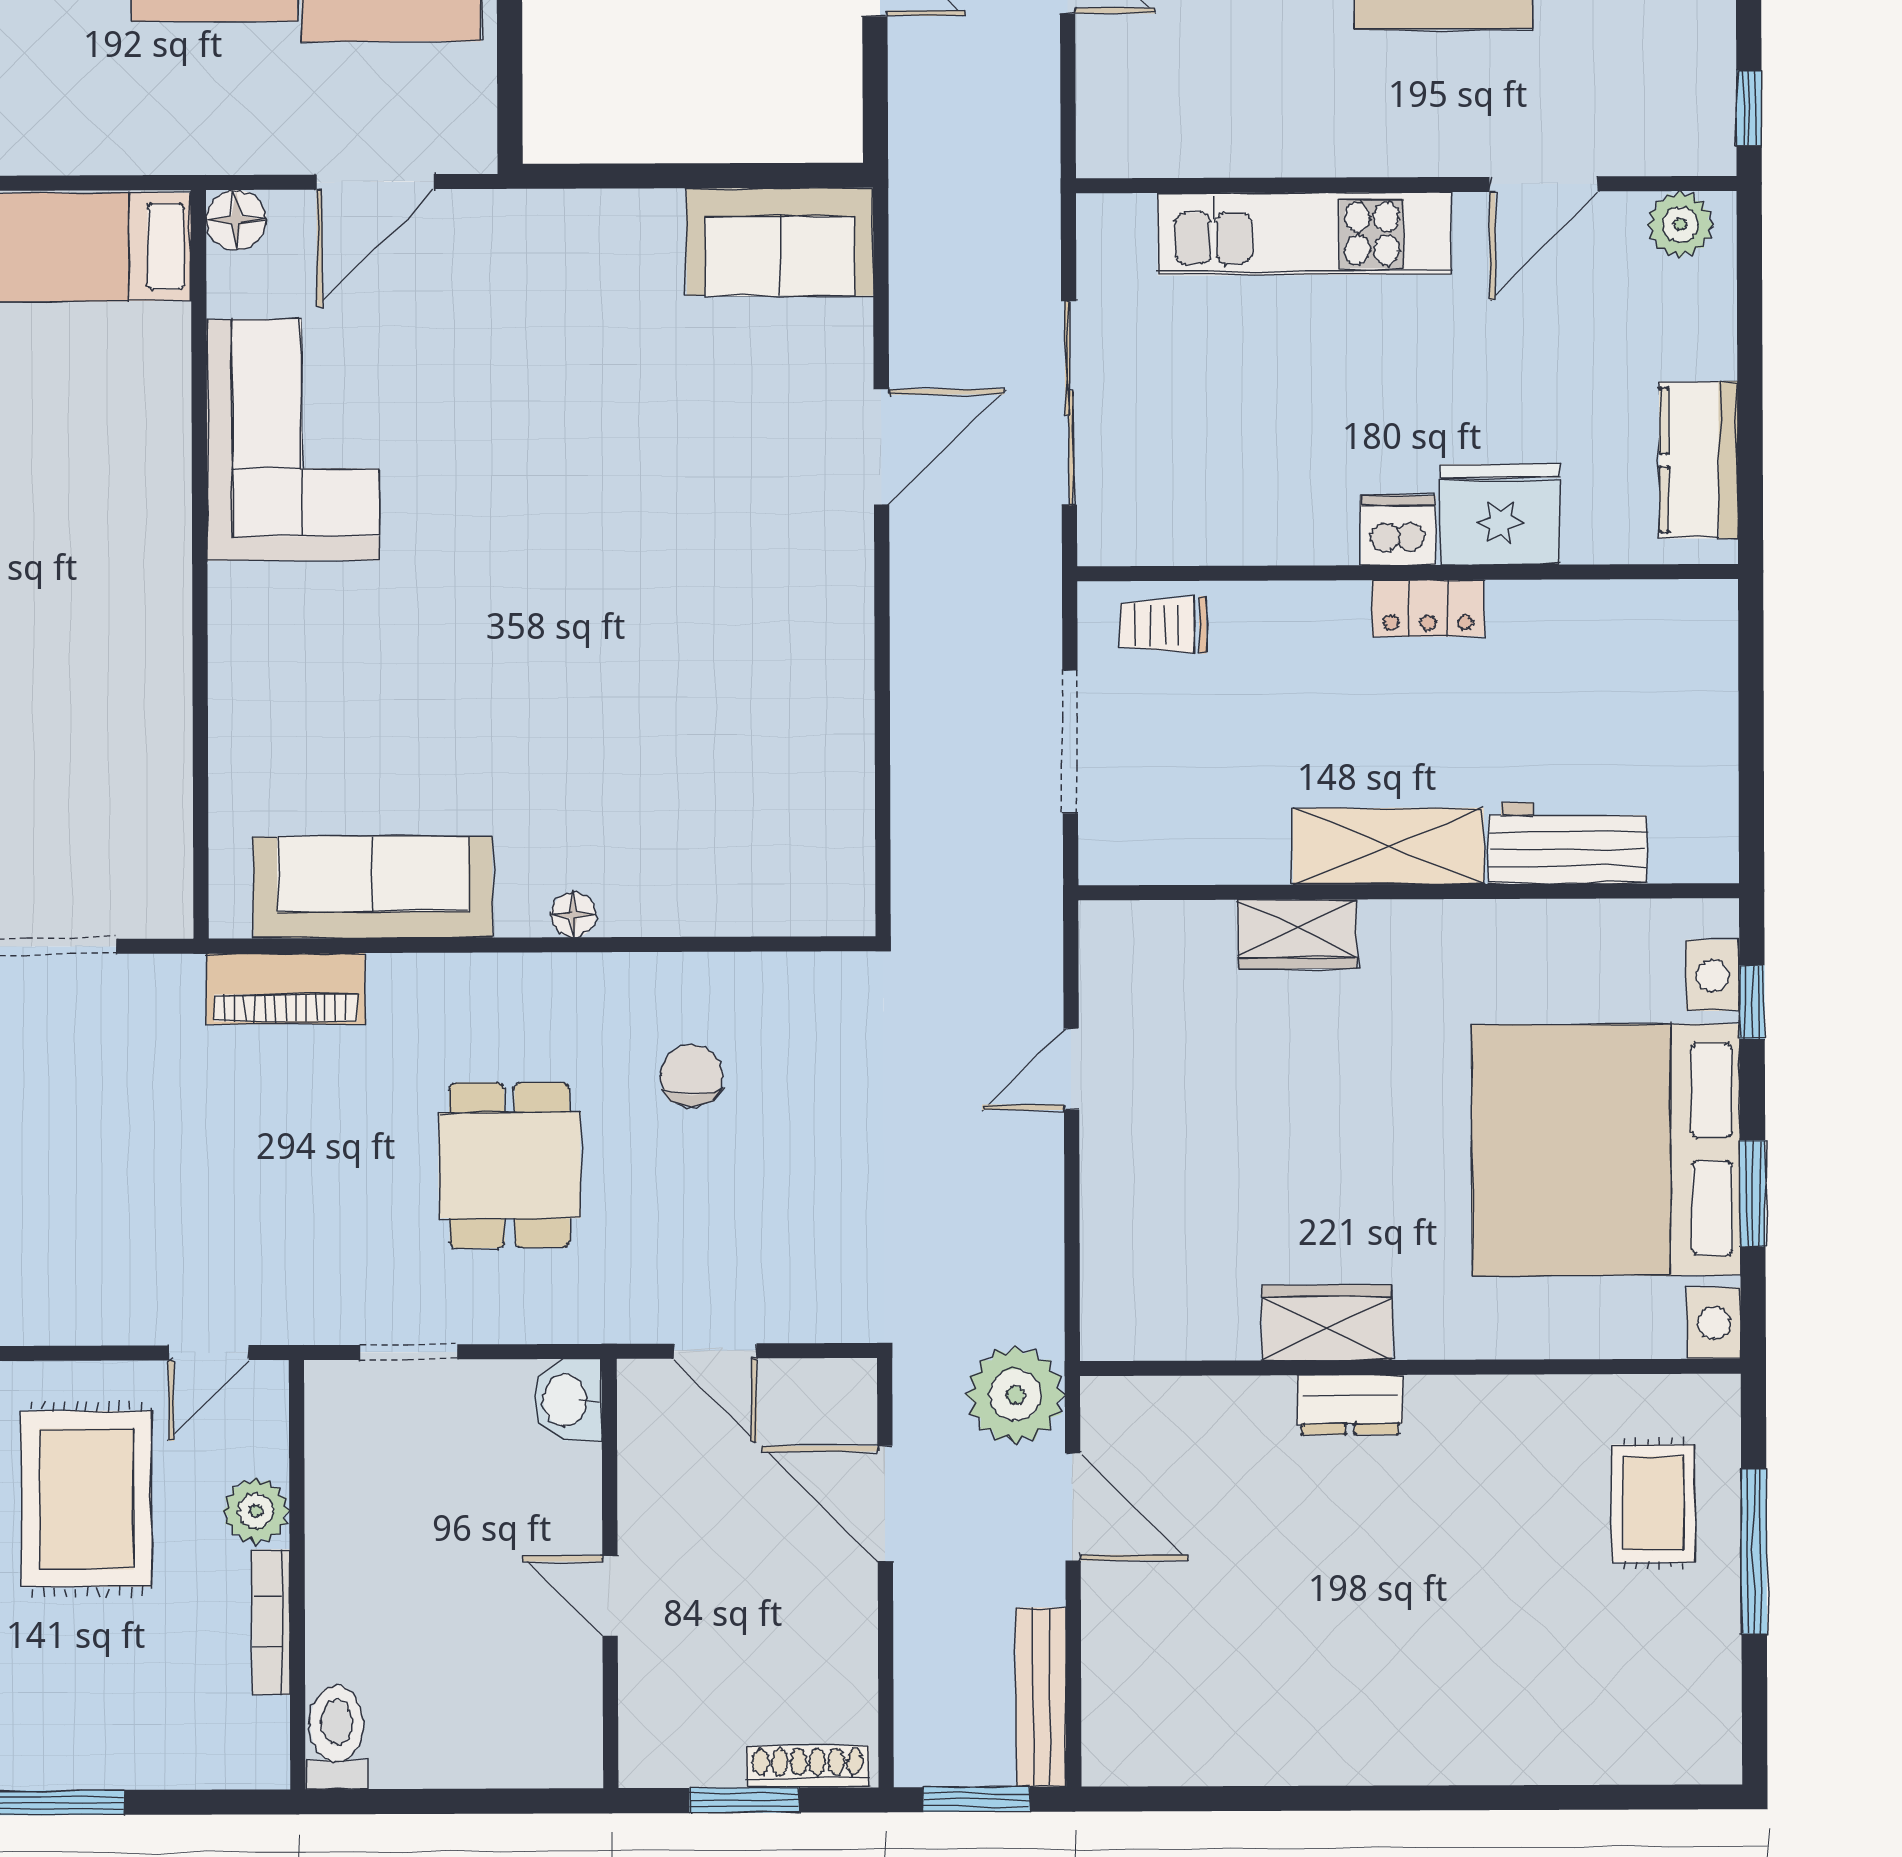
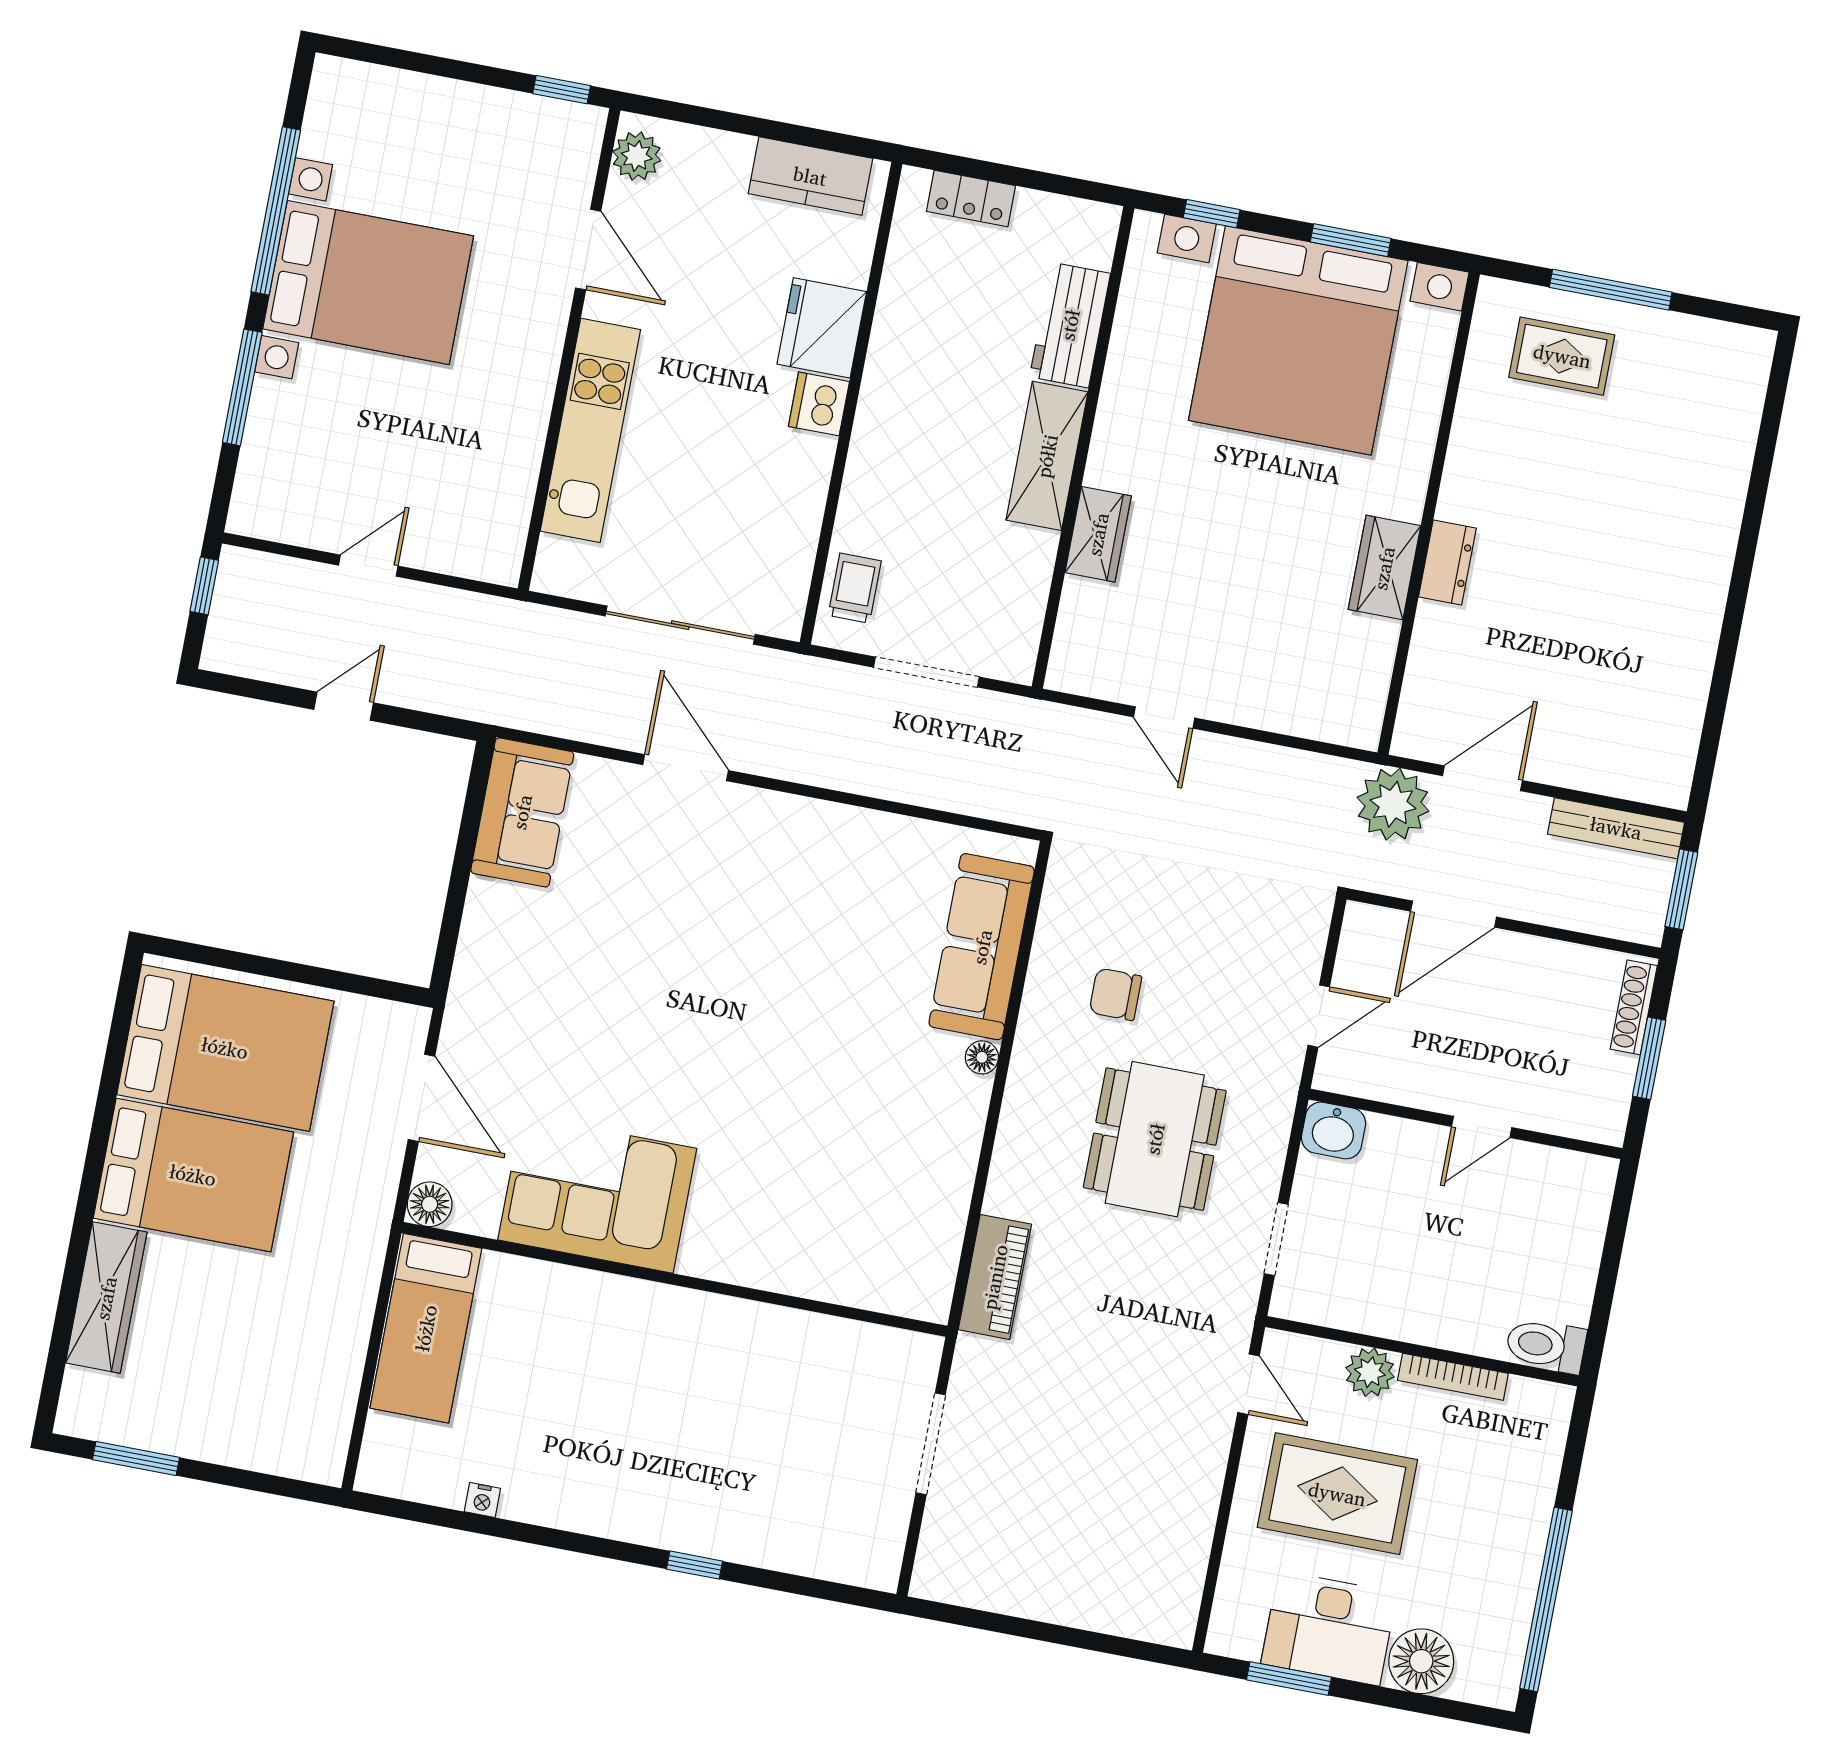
locker: (1428, 608) -> (971, 198), moved, turned 90
trolley: (1163, 625) -> (855, 588), turned 180
sofa: (373, 887) -> (982, 947), moved
dining table: (510, 1165) -> (1155, 1139), width x1.38

